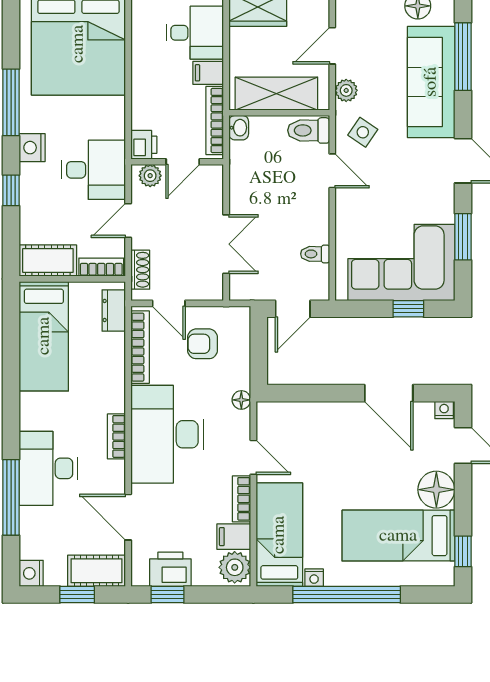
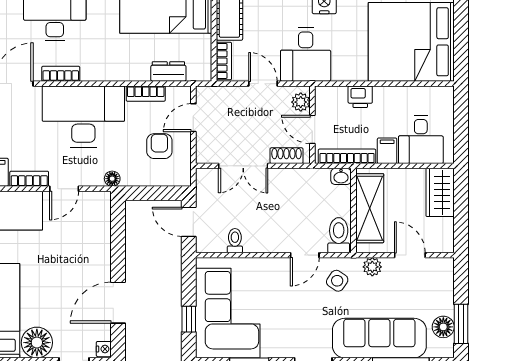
printer: (144, 145) -> (360, 97), moved
shoe rack: (140, 270) -> (286, 156), moved, turned 180
dresser: (114, 310) -> (168, 71), moved
bookcase: (140, 347) -> (146, 94), width x0.64
bookcase: (116, 436) -> (61, 74), moved

